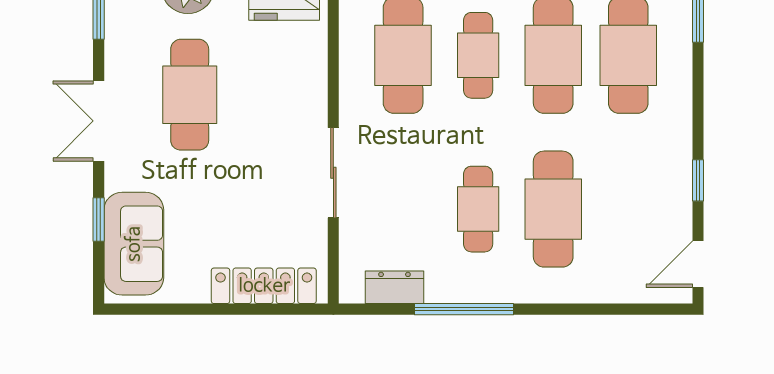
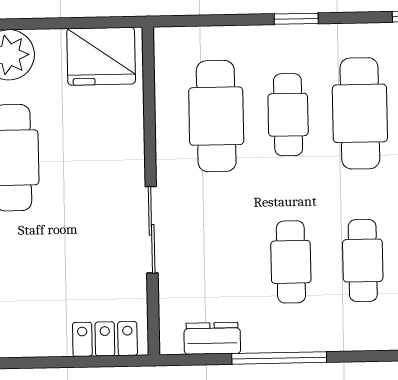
cafe table: (553, 209) -> (363, 261), width x0.73, depth x0.74
locker: (264, 286) -> (105, 339), width x0.66

